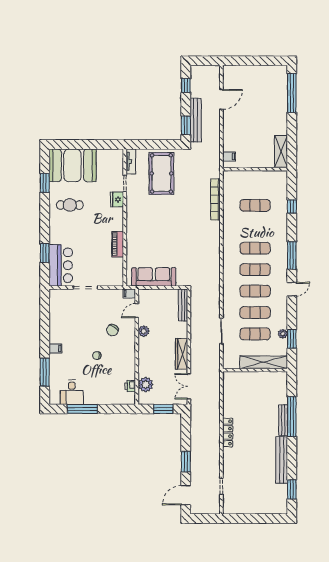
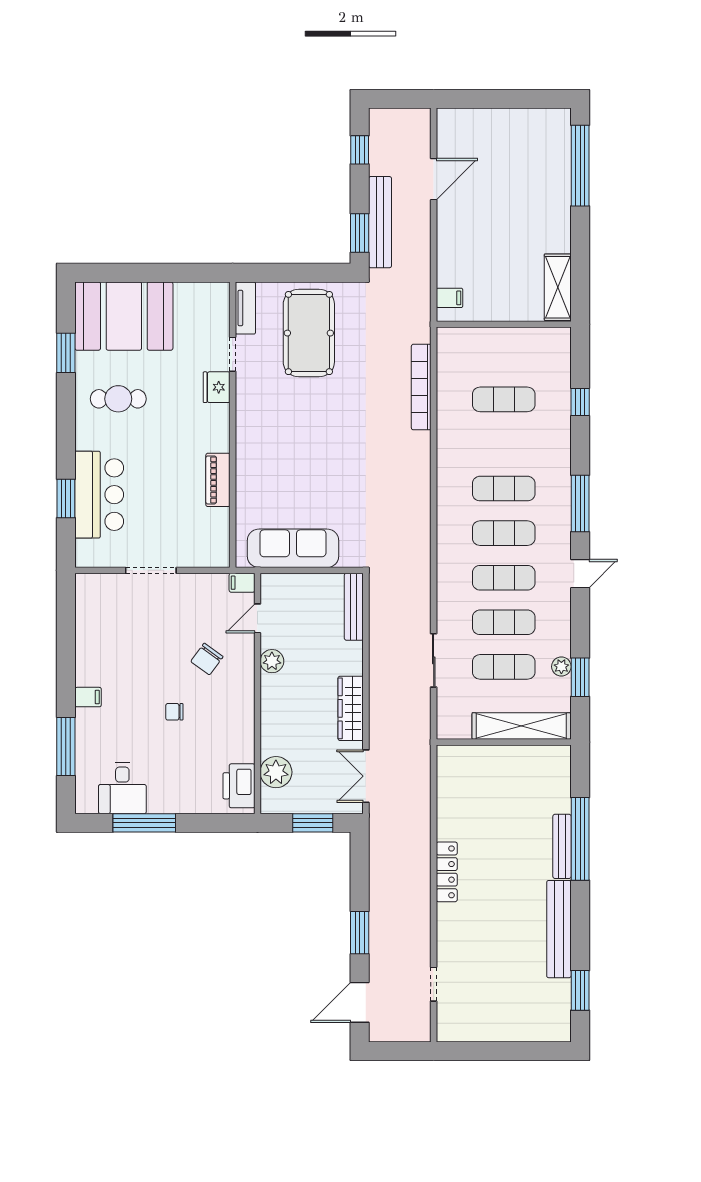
bar counter: (61, 265) -> (99, 495), moved
printer: (130, 386) -> (239, 786), width x1.87, depth x1.48

